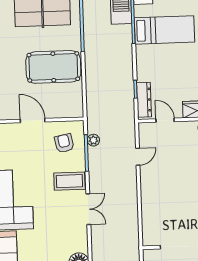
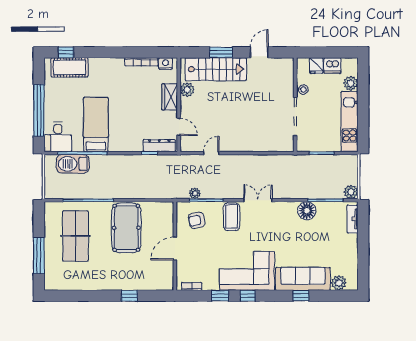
door: (165, 120) -> (179, 127), swing flipped
door: (138, 157) -> (211, 153), hinge flipped

